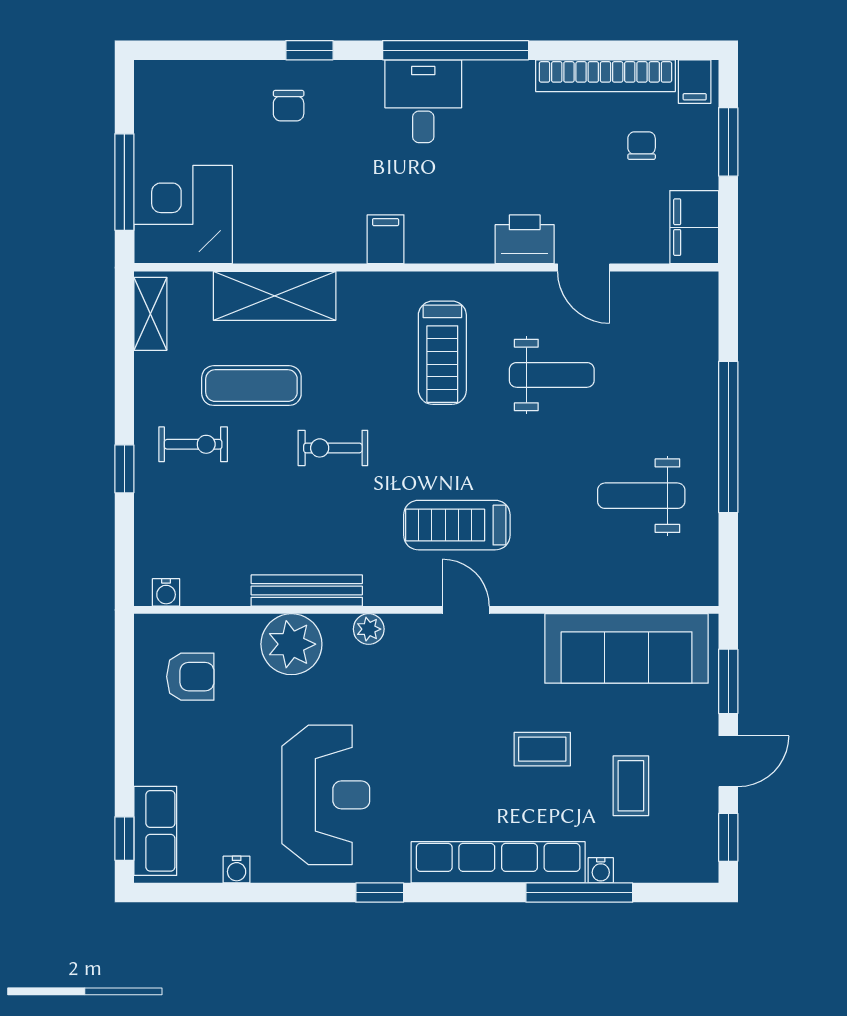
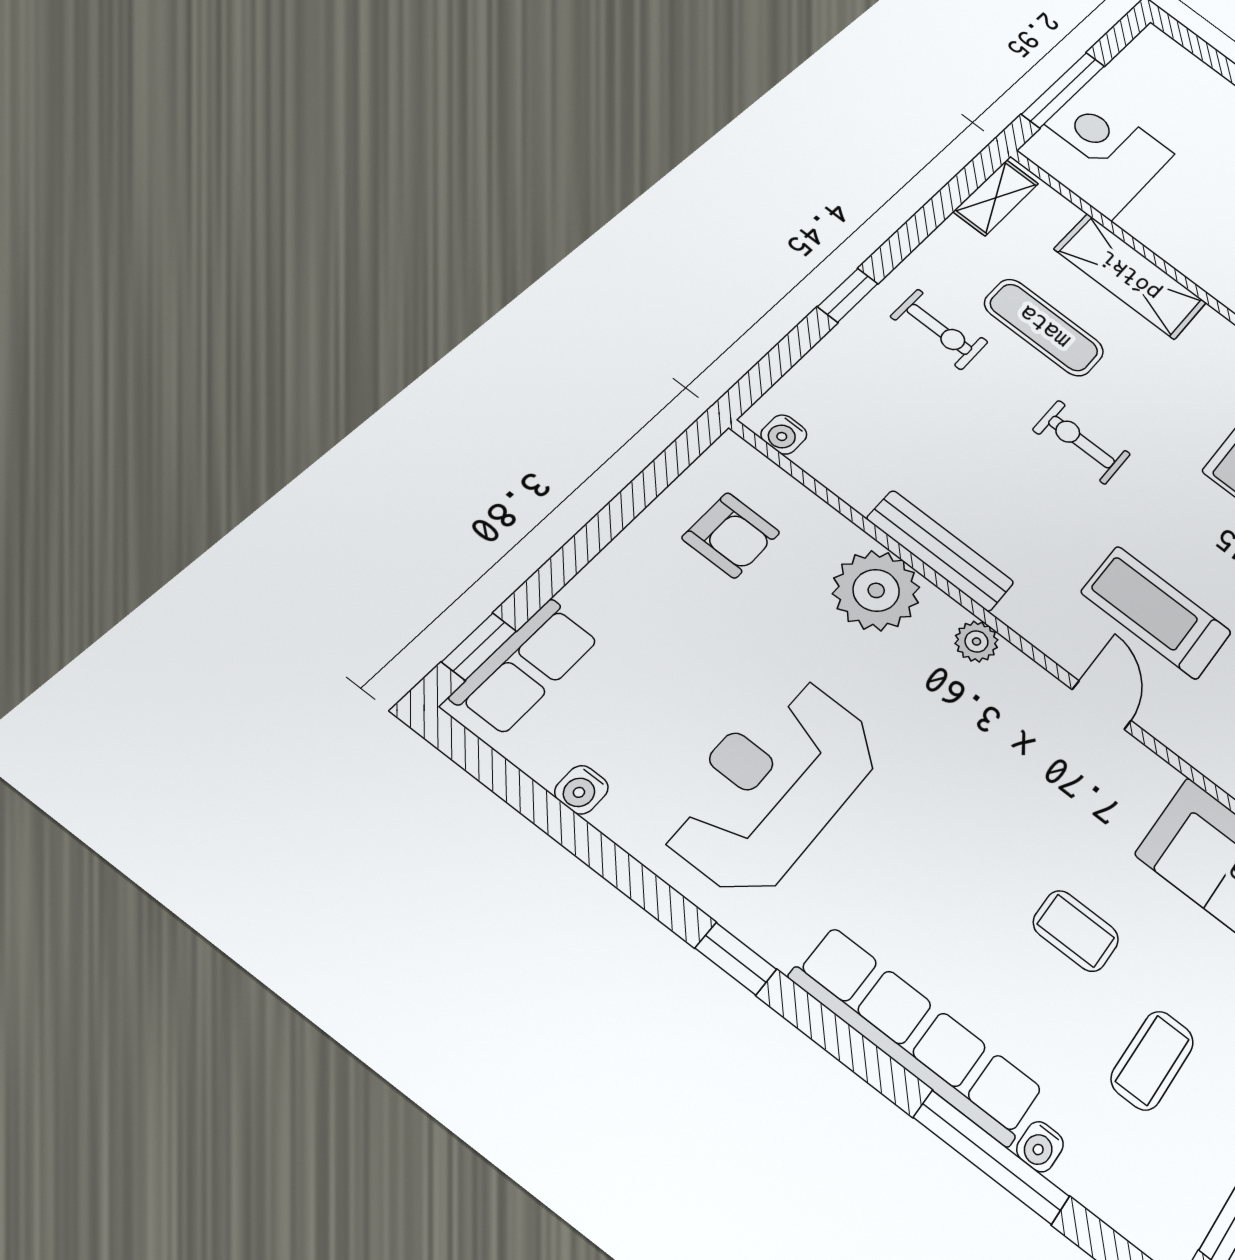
reception desk: (326, 795) -> (772, 785), turned 180

